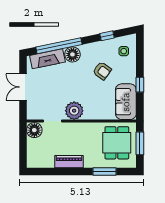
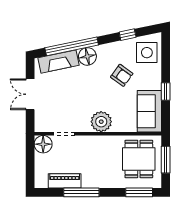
side table: (124, 51) -> (147, 53), width x1.87, depth x1.87
plant: (74, 111) -> (101, 122), moved
piano: (69, 162) -> (65, 181), moved
window: (67, 172) -> (81, 192), added
window: (105, 172) -> (139, 192), moved

